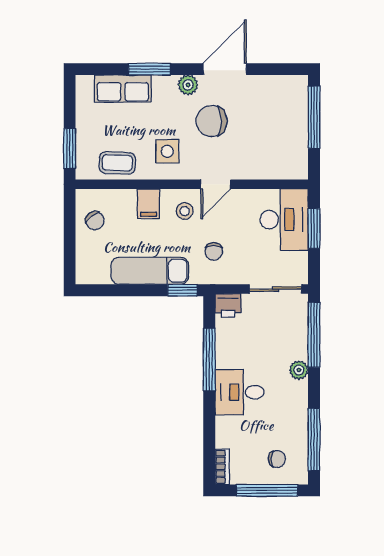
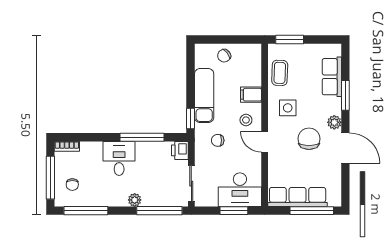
row of seats: (295, 137) -> (298, 197), added
chair: (95, 221) -> (224, 56), moved

